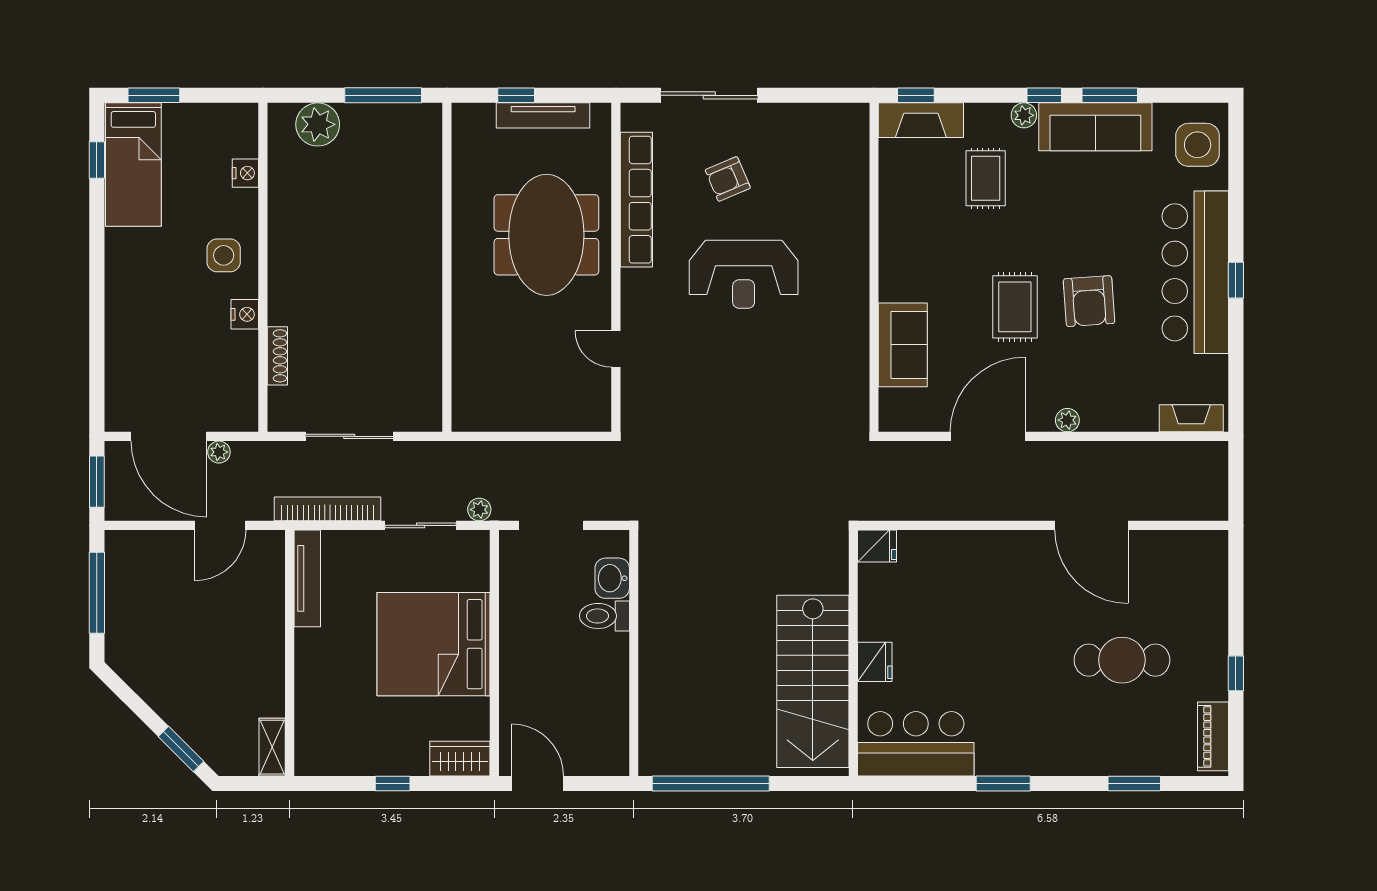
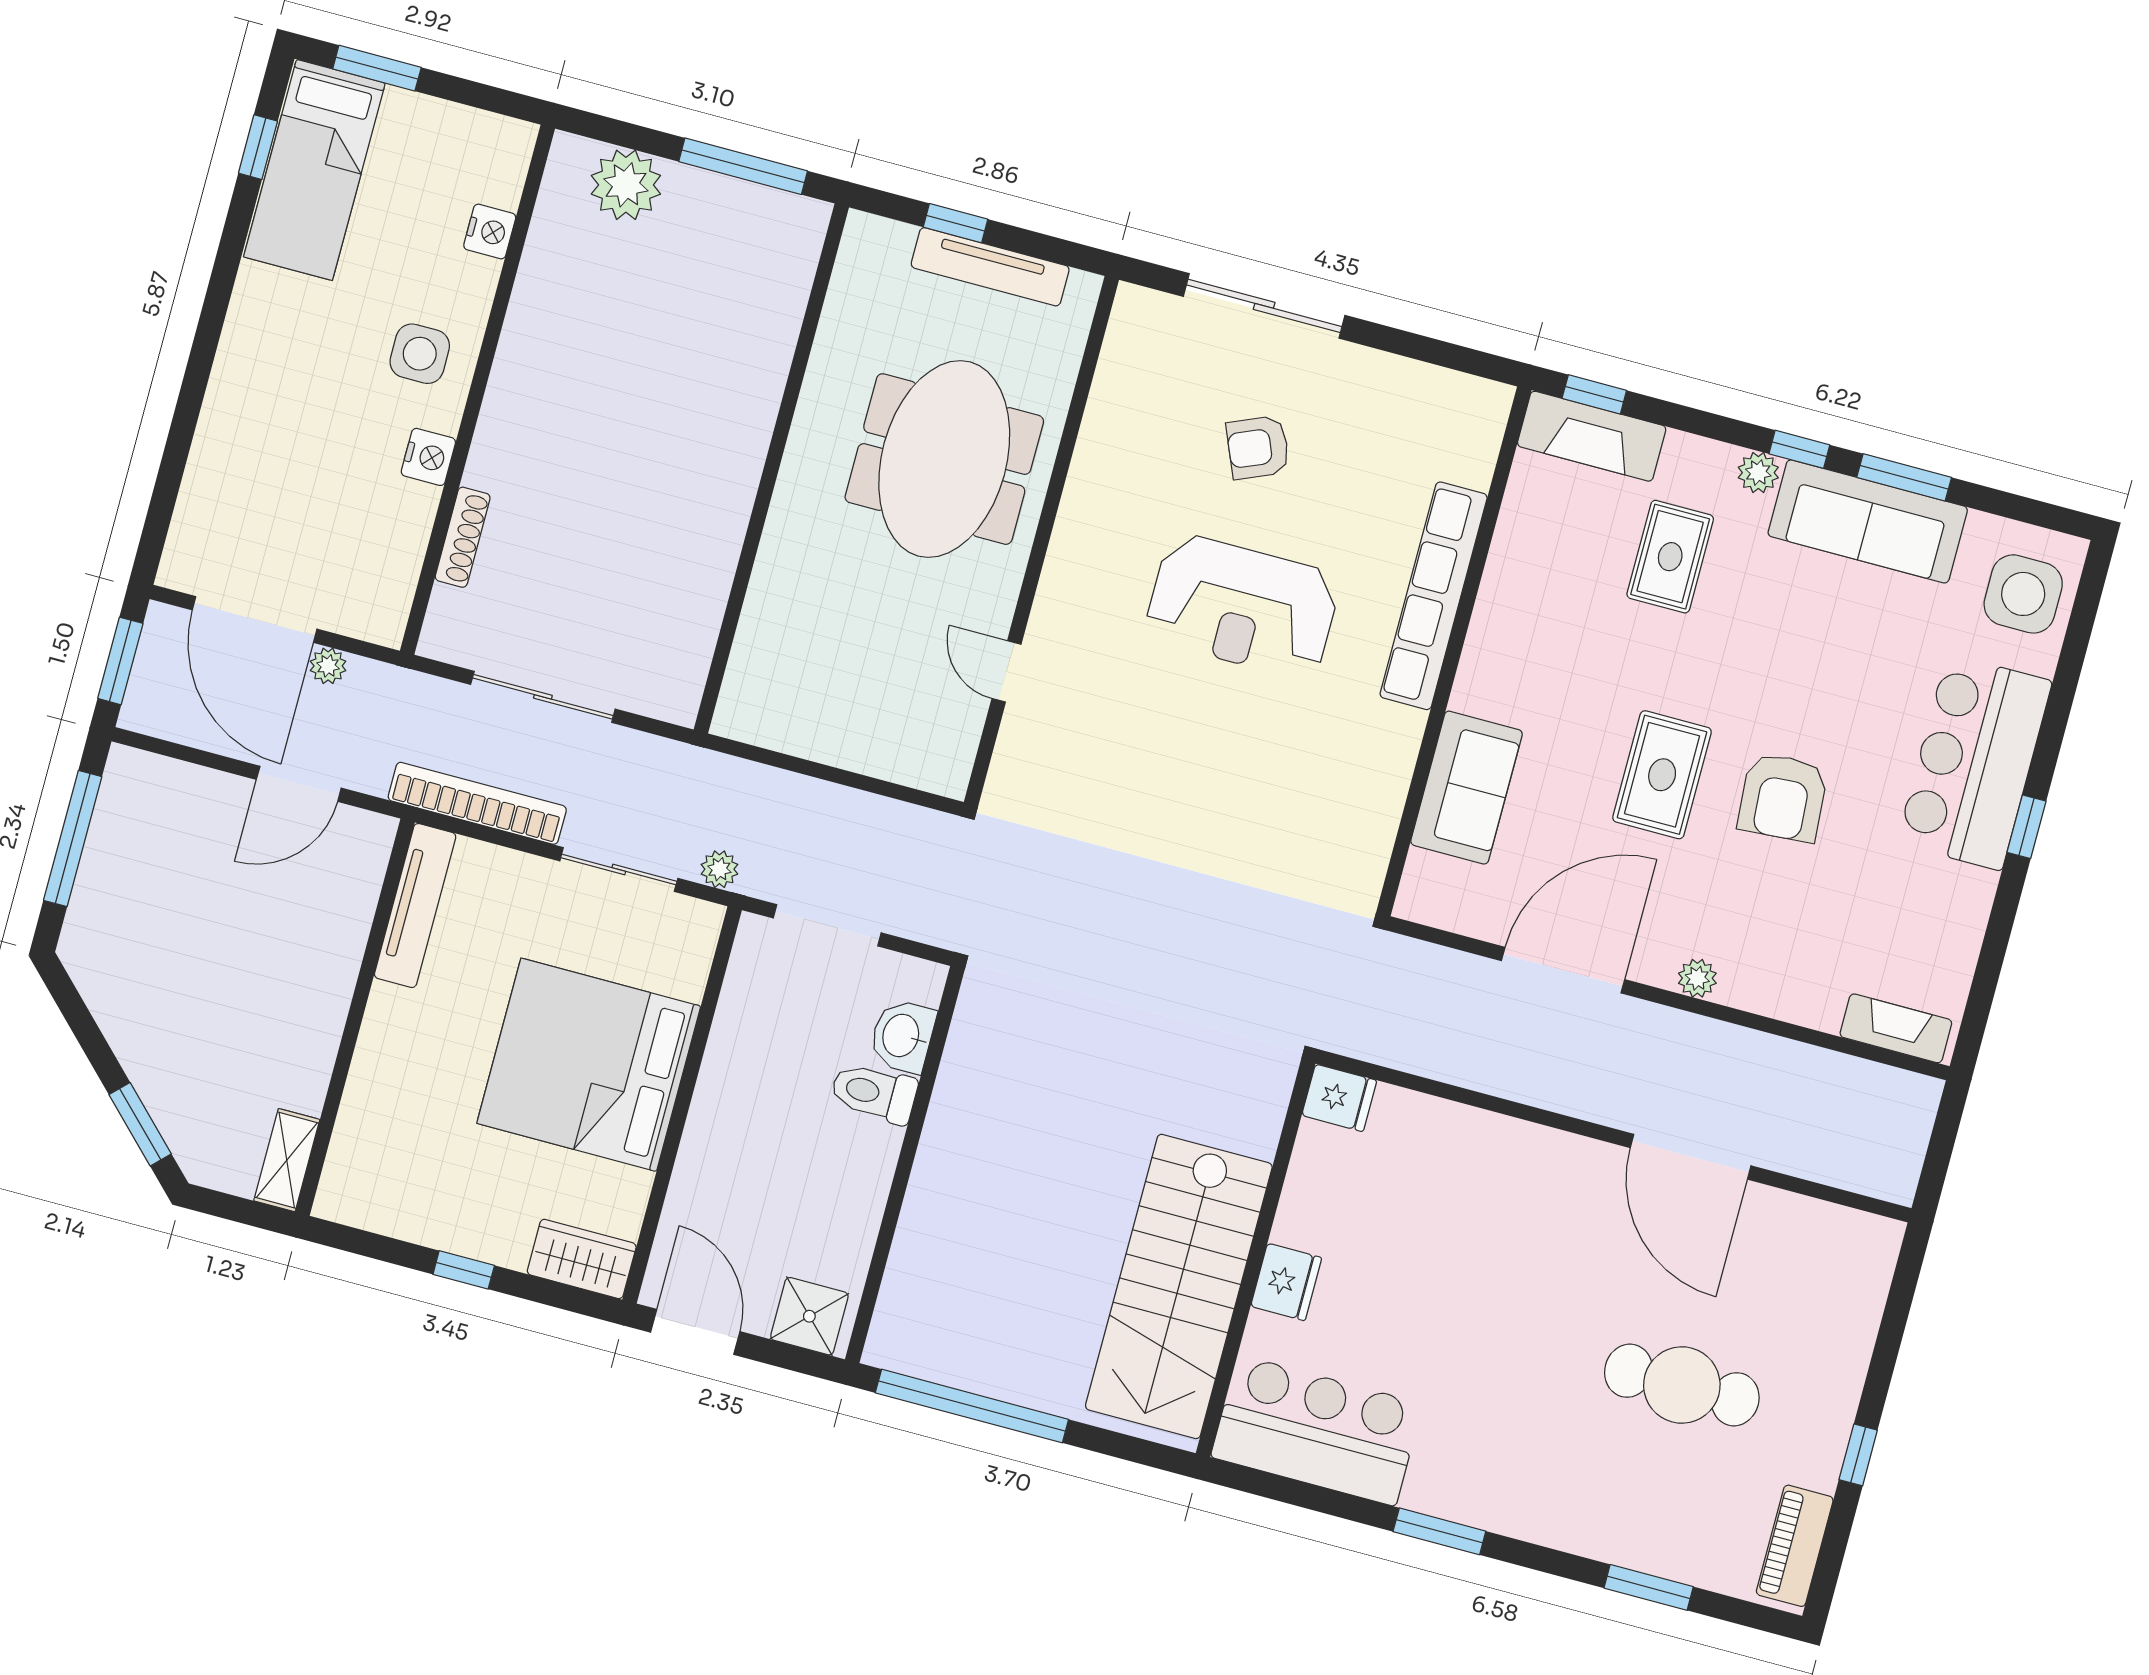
row of seats: (636, 200) -> (1434, 596), moved, turned 180
bar counter: (1195, 272) -> (1974, 762), width x0.73
shower: (602, 756) -> (809, 1316), added

